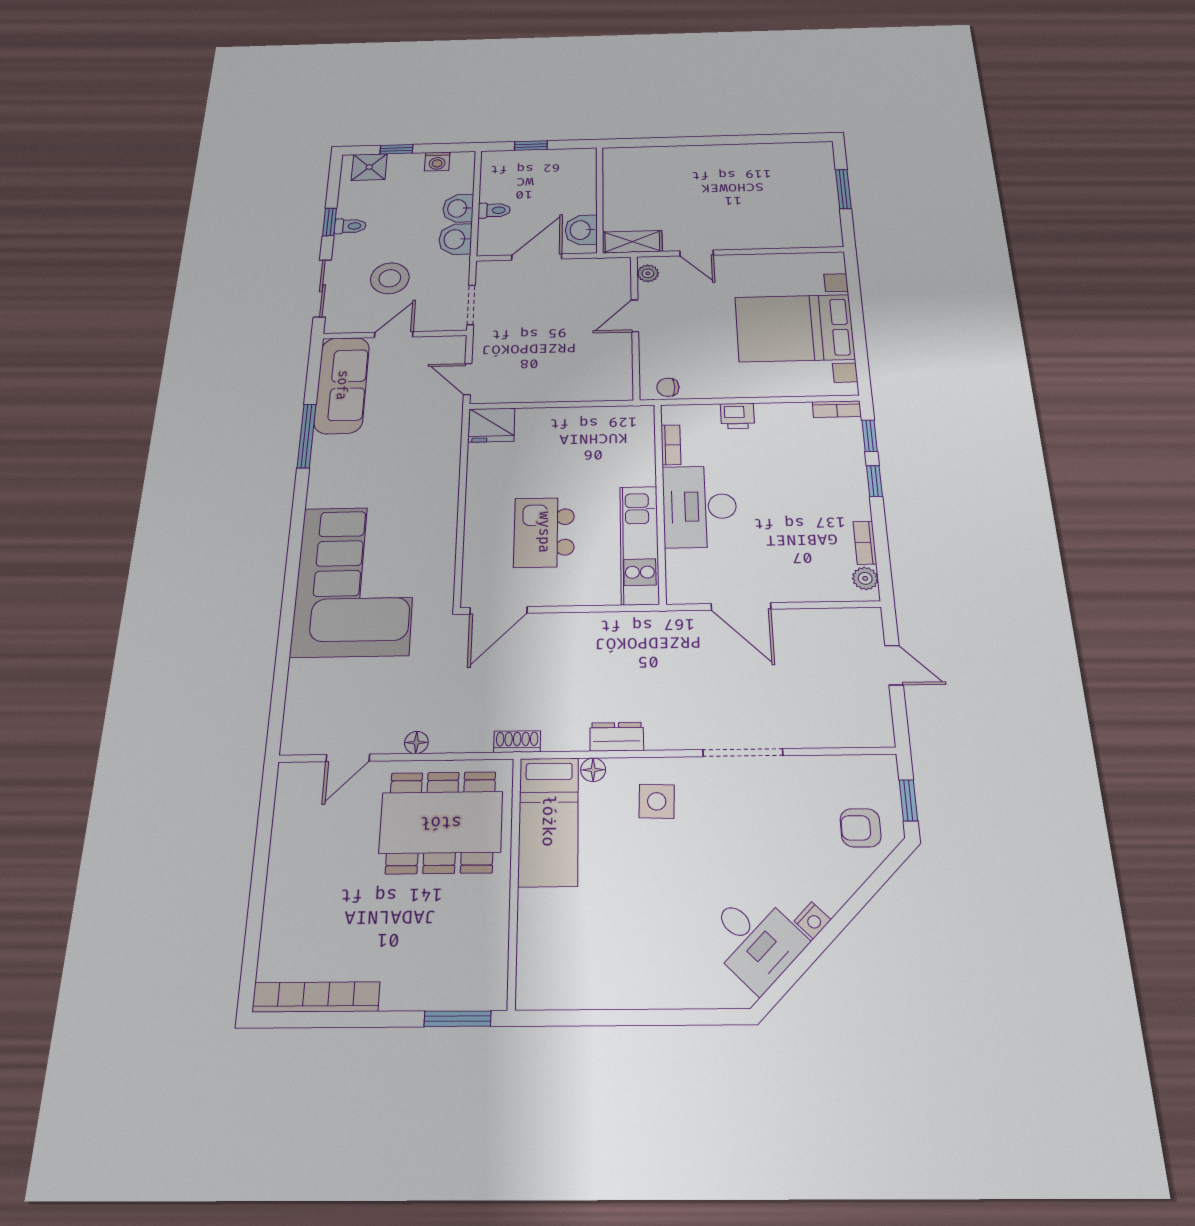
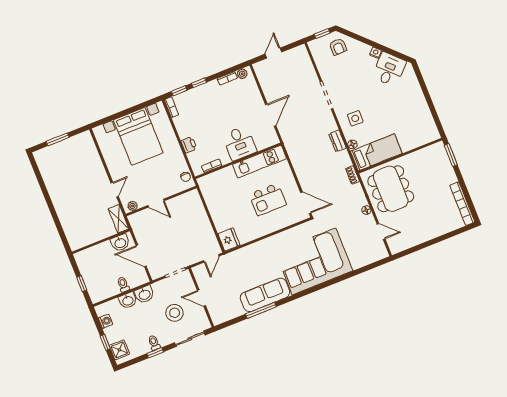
sofa: (342, 385) -> (265, 295), moved
desk: (700, 506) -> (240, 143), width x0.73

